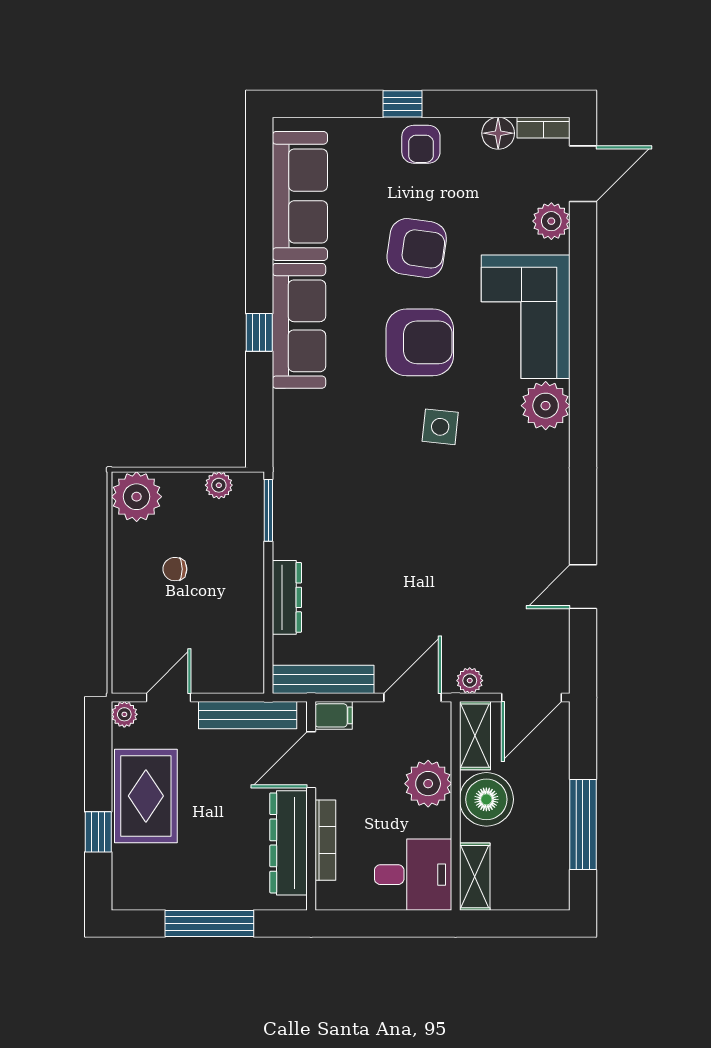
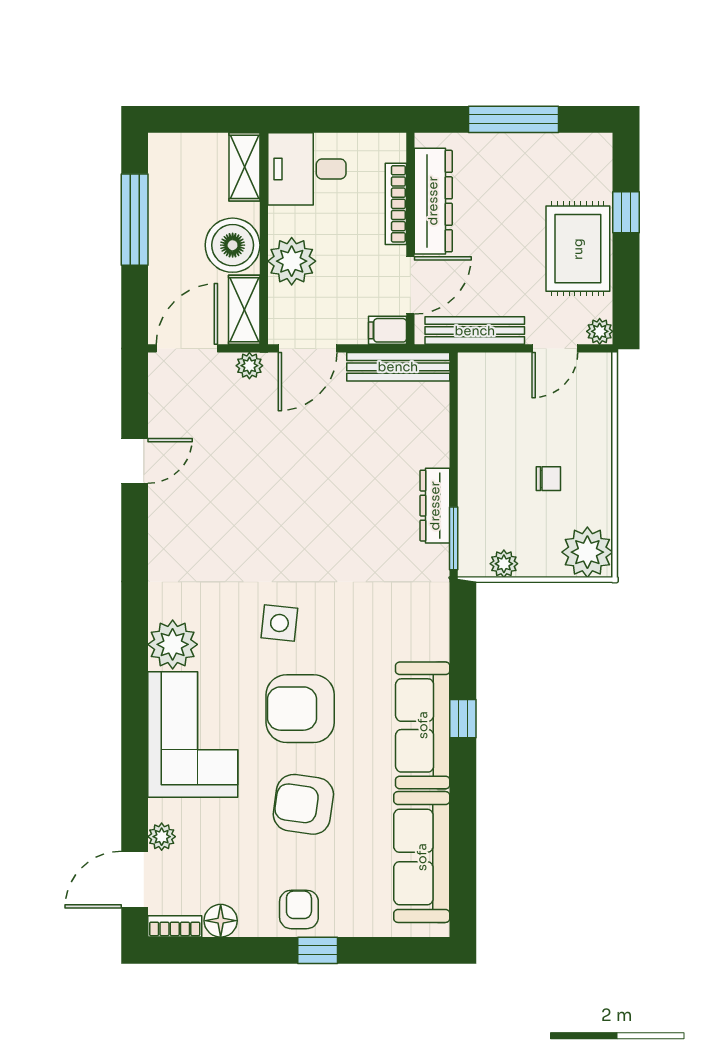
plant: (551, 221) -> (162, 837), width x0.73, depth x0.73
dresser: (287, 597) -> (435, 506), moved

